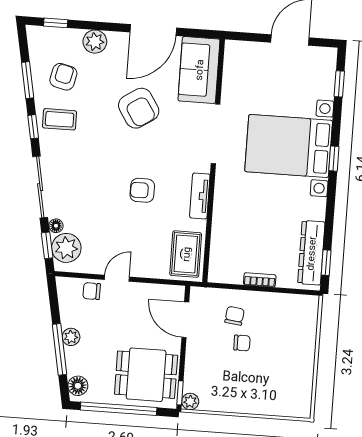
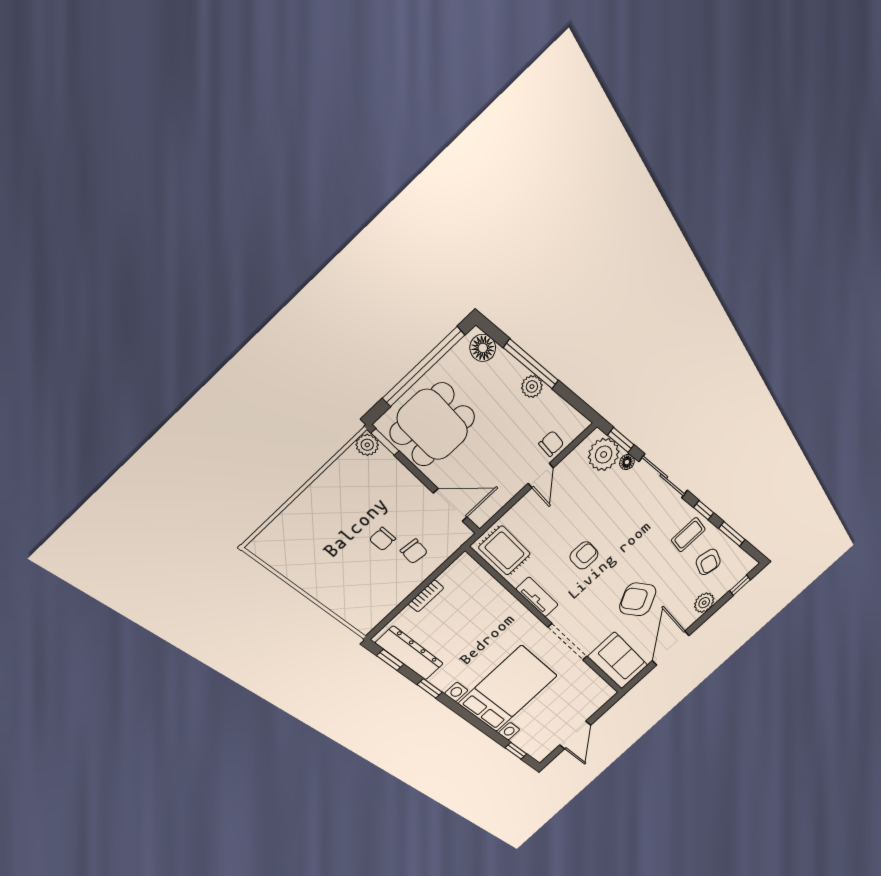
window: (334, 159) -> (430, 688), moved

